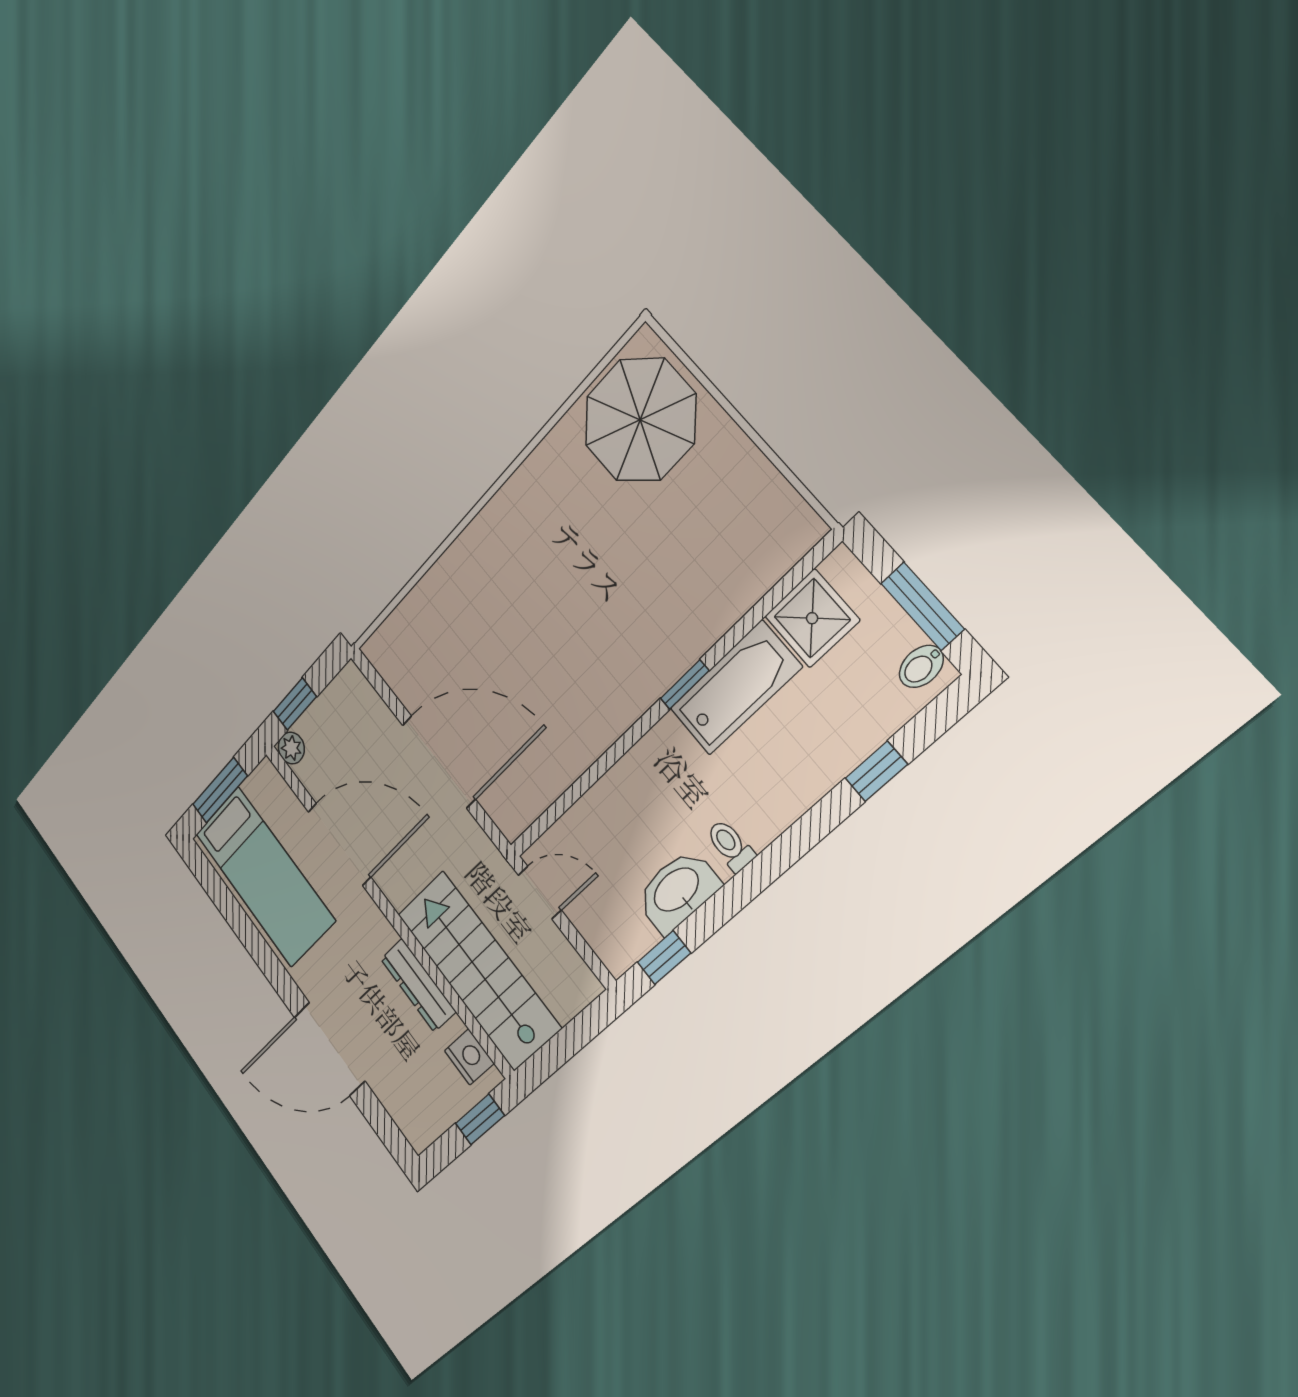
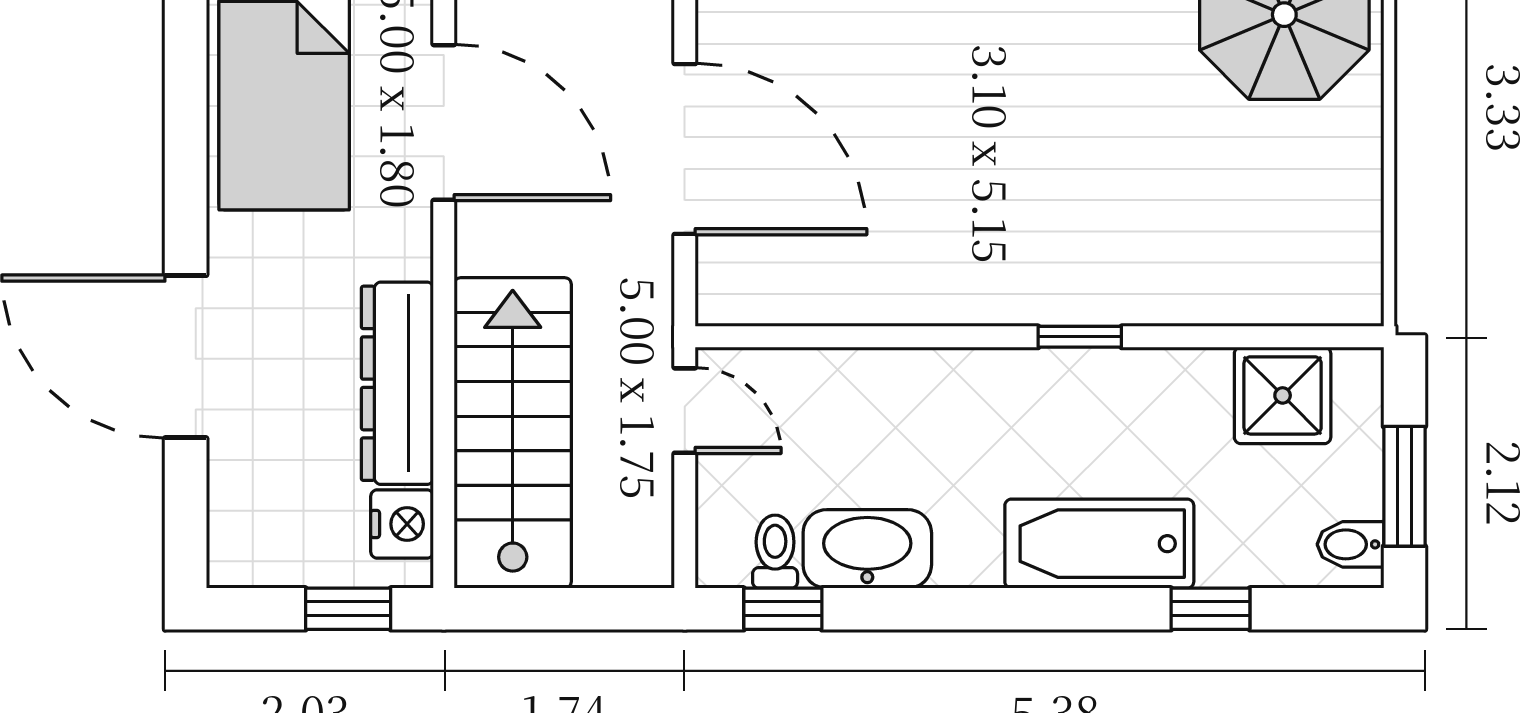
bathtub: (735, 688) -> (1099, 544), moved, turned 180
toilet: (730, 845) -> (775, 552), moved
dresser: (418, 985) -> (397, 383), width x1.37, depth x1.24

